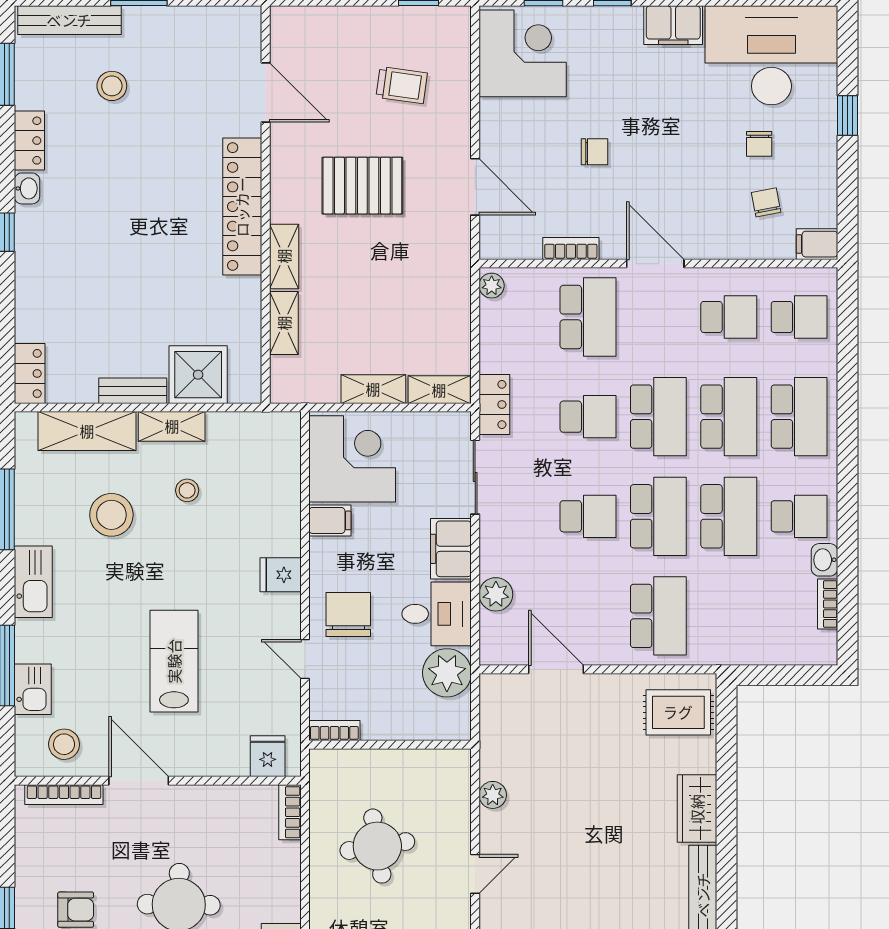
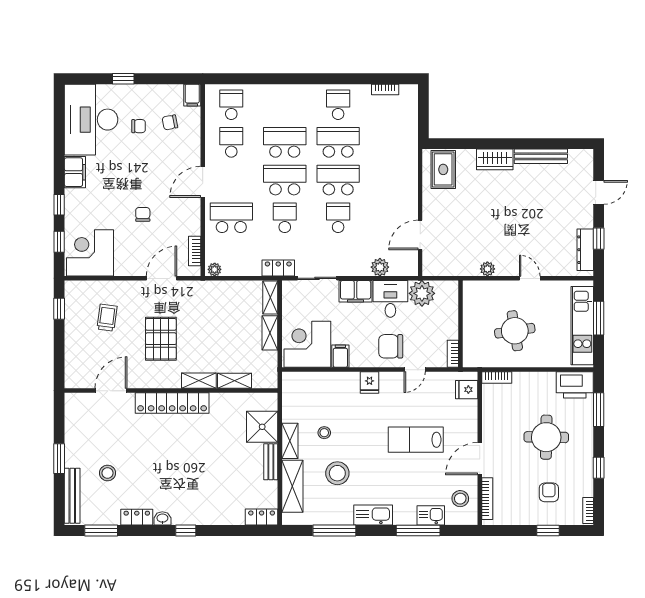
bookcase: (571, 248) -> (195, 251), moved
school desk: (799, 417) -> (285, 105), removed
washbasin: (825, 560) -> (361, 91), removed
school desk: (658, 616) -> (392, 180), removed

